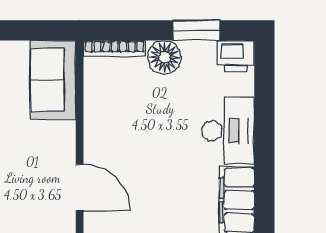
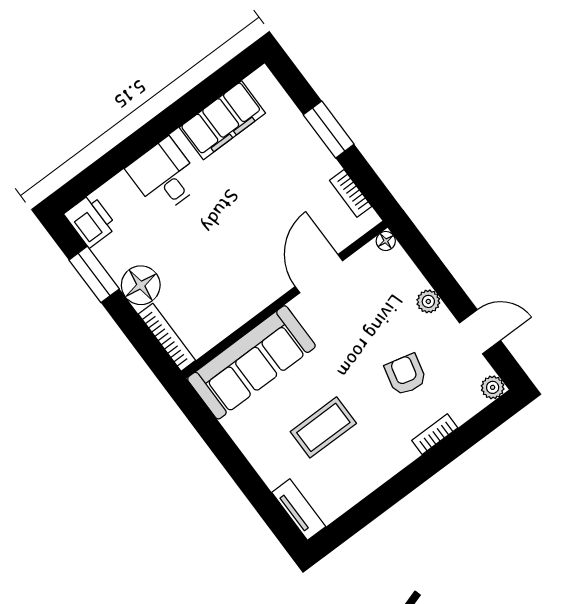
sofa: (53, 80) -> (251, 362), width x1.36
desk: (228, 131) -> (165, 176), width x0.73

